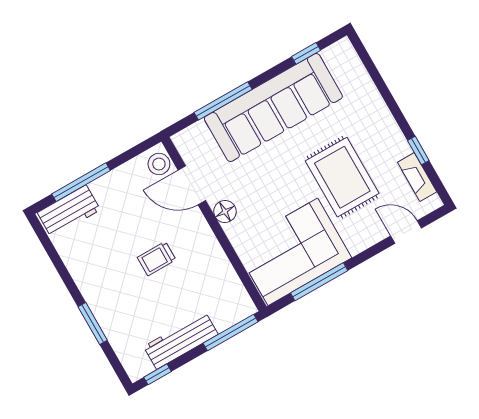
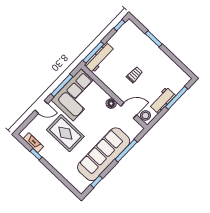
workbench: (69, 211) -> (162, 100), moved
door: (406, 232) -> (41, 107), moved
workbench: (181, 340) -> (100, 58), moved

